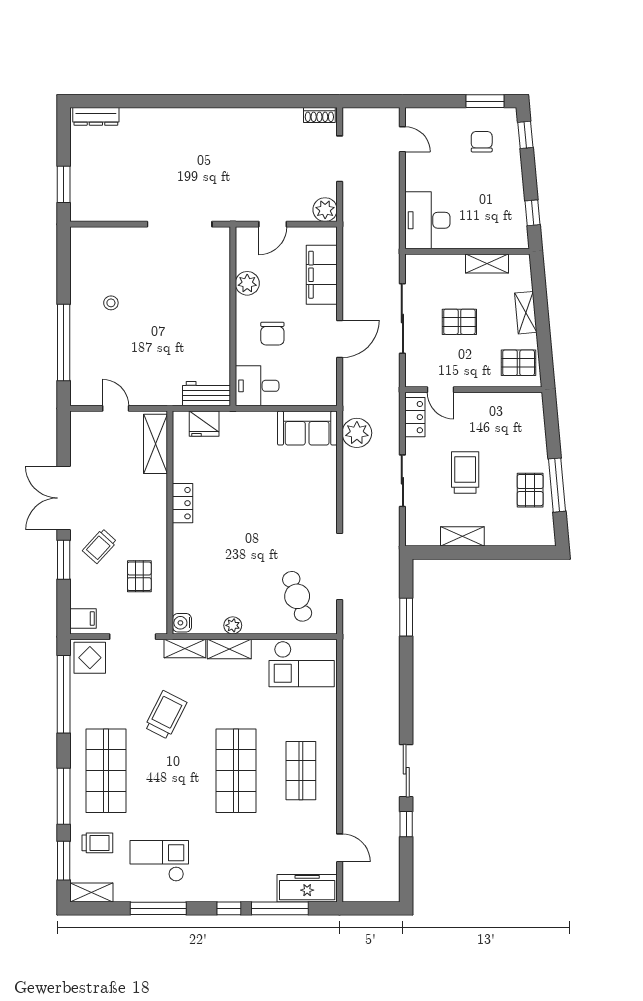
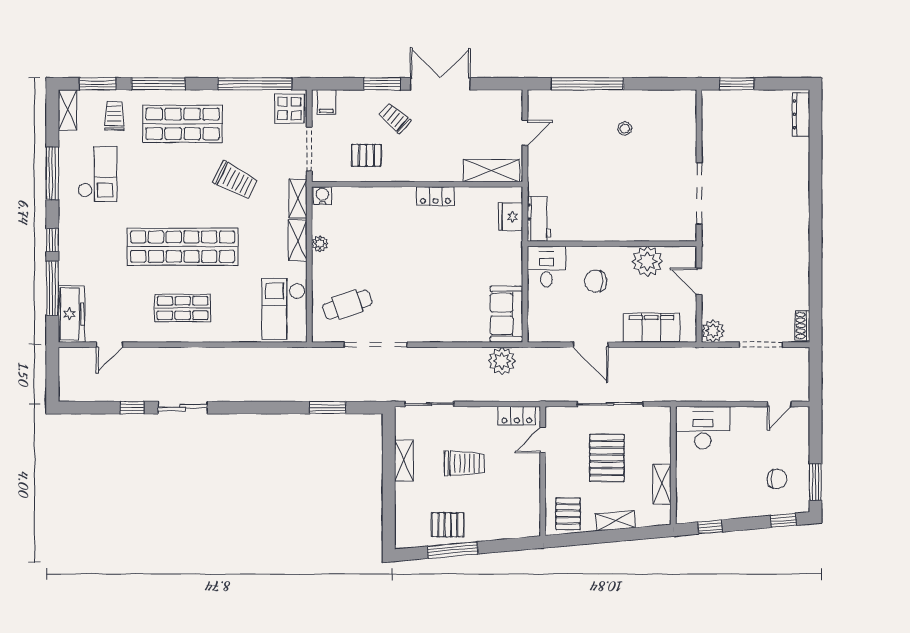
plant: (247, 283) -> (647, 261), width x1.36, depth x1.36
pallet: (459, 322) -> (607, 458), width x1.50, depth x1.42
sliding door: (402, 481) -> (429, 404), moved
shop shelf: (236, 771) -> (183, 247), width x1.40
trolley: (97, 843) -> (114, 116), turned 180

